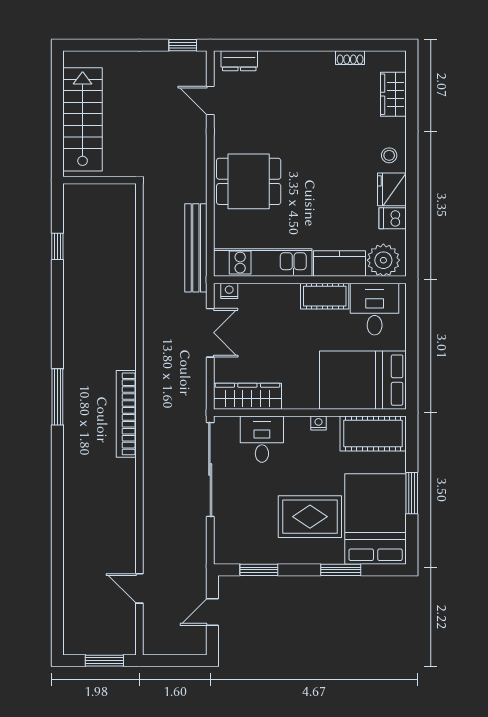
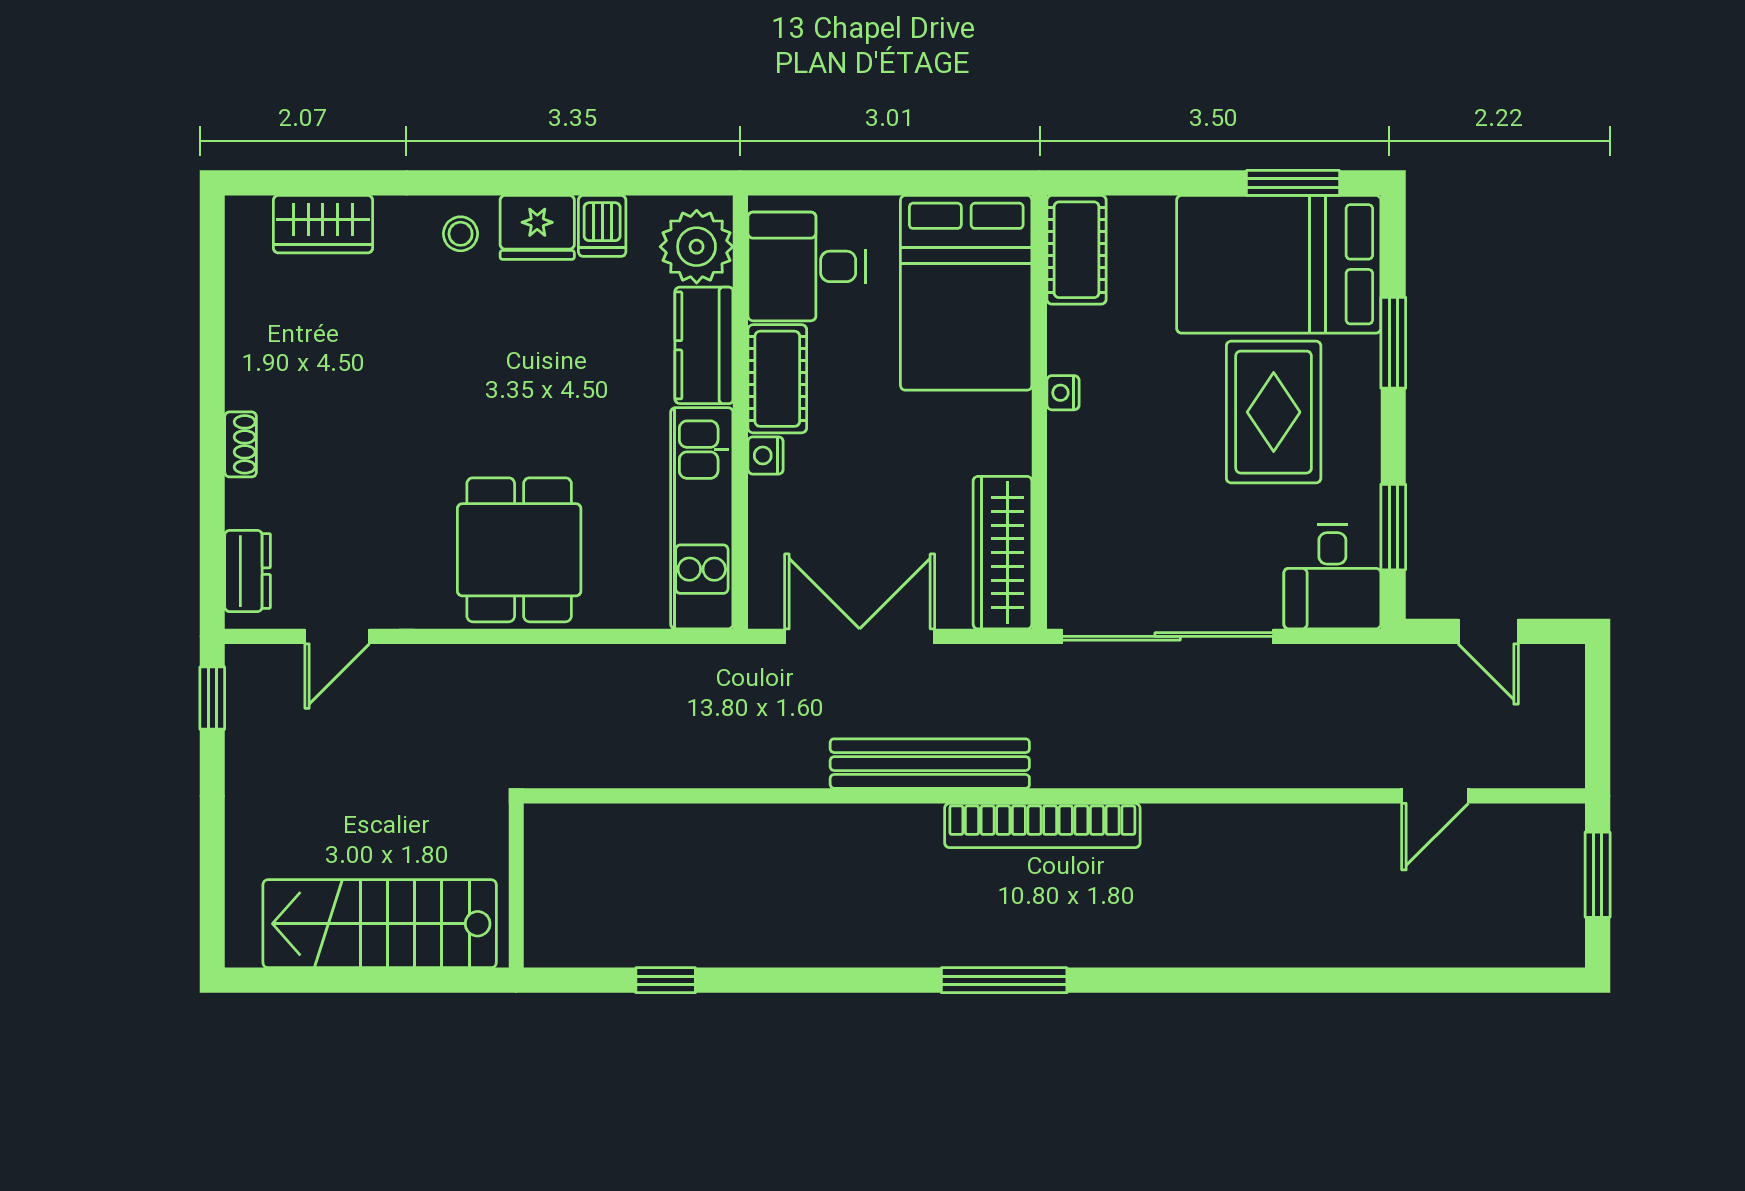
shoe rack: (350, 58) -> (241, 444), moved
bench: (196, 248) -> (930, 764), moved
nightstand: (229, 291) -> (766, 455), moved
double door: (210, 333) -> (860, 636), width x1.37
cot: (373, 434) -> (1077, 250), width x0.73, depth x0.75
desk: (262, 439) -> (1332, 577), moved, turned -90
window: (412, 493) -> (1293, 183), moved

